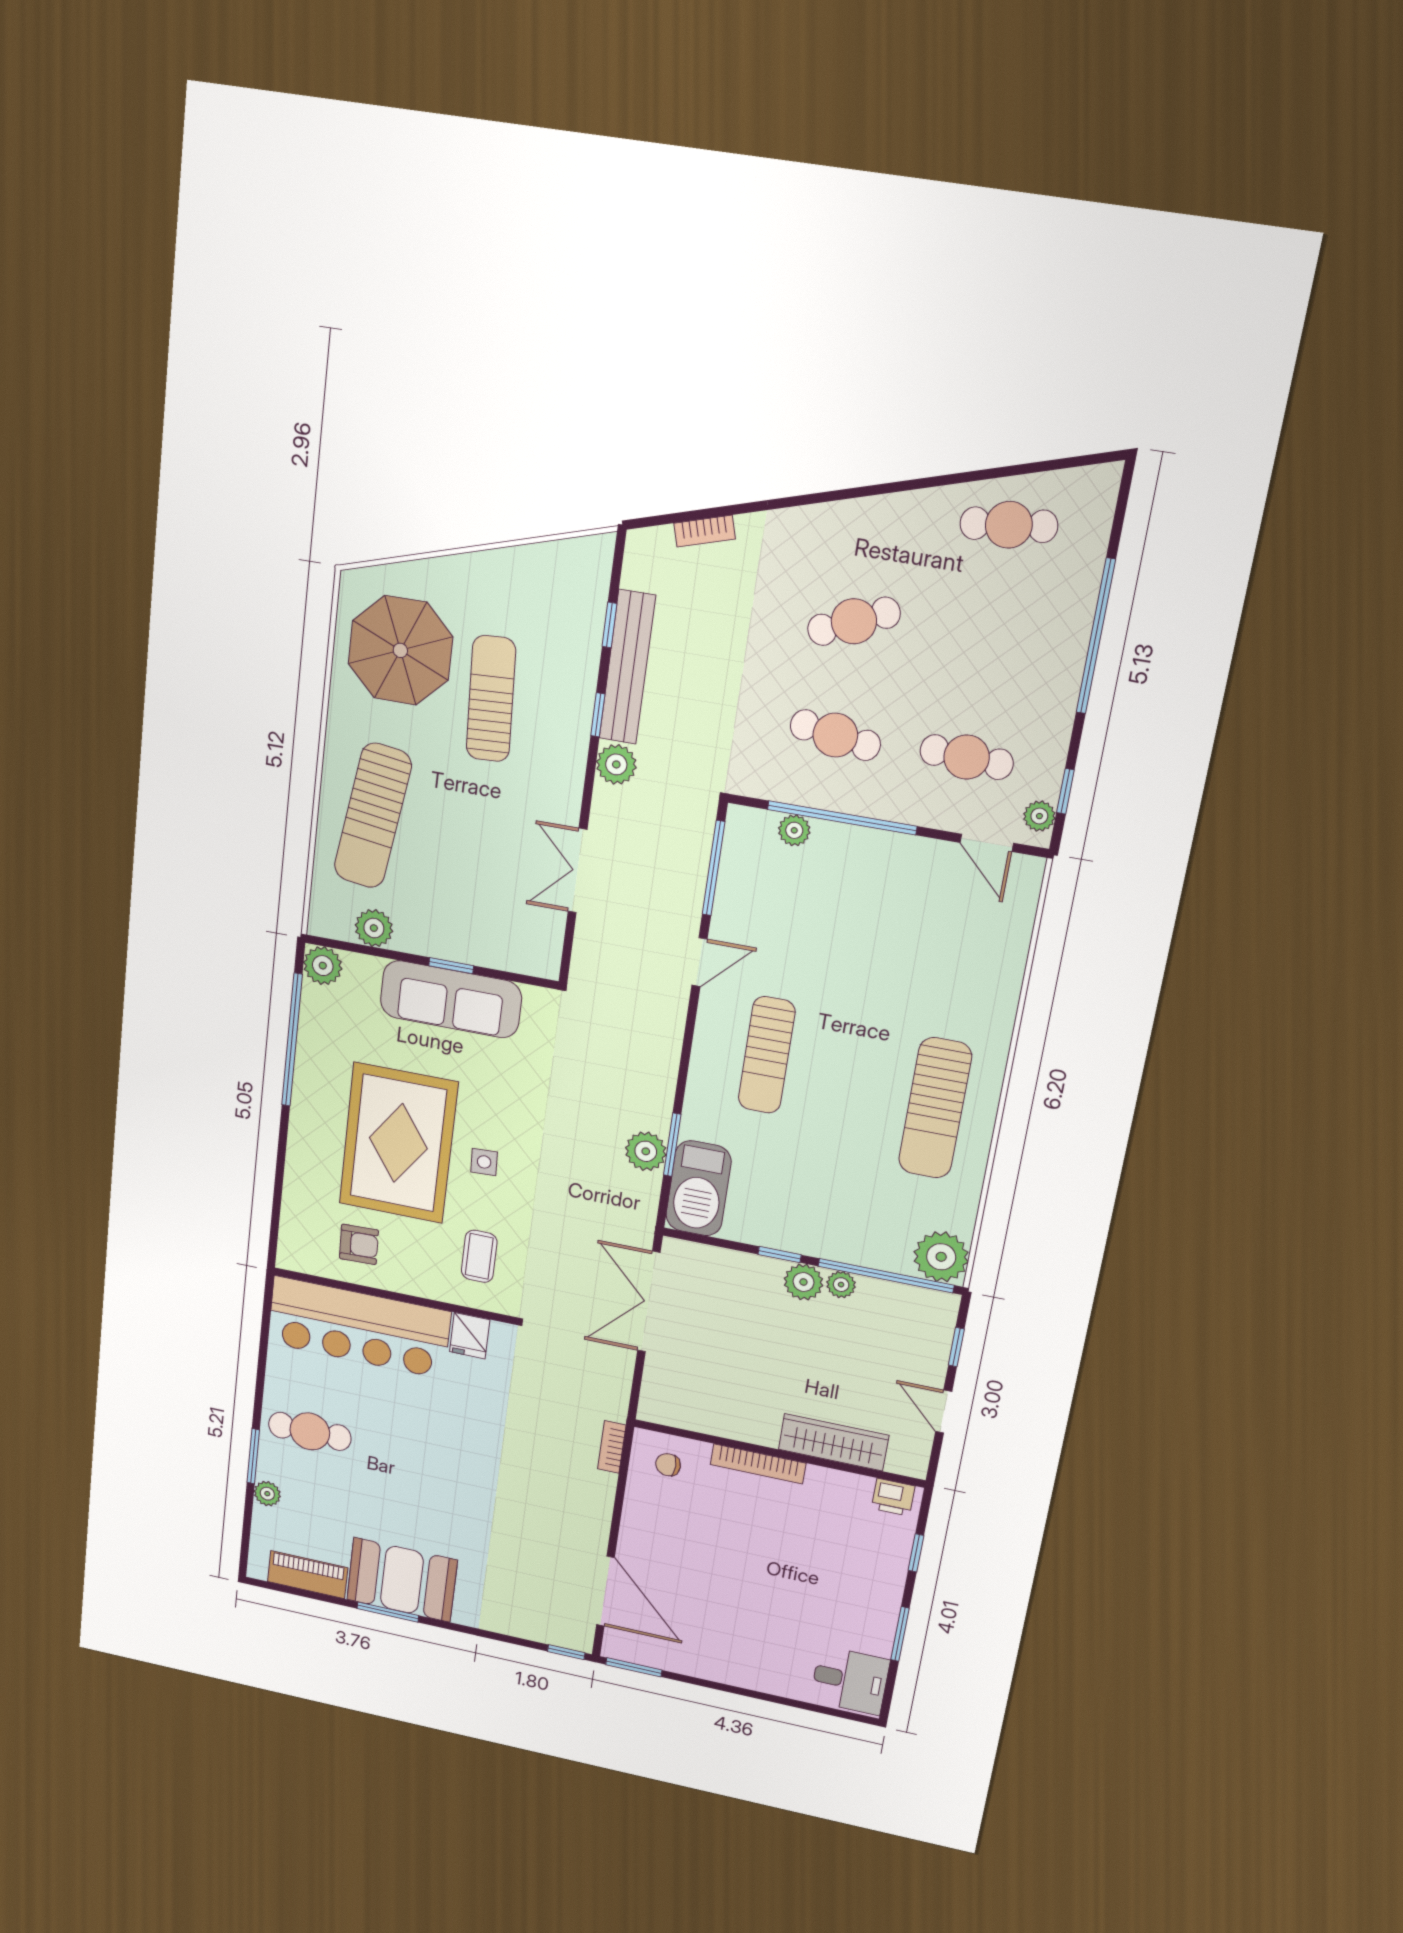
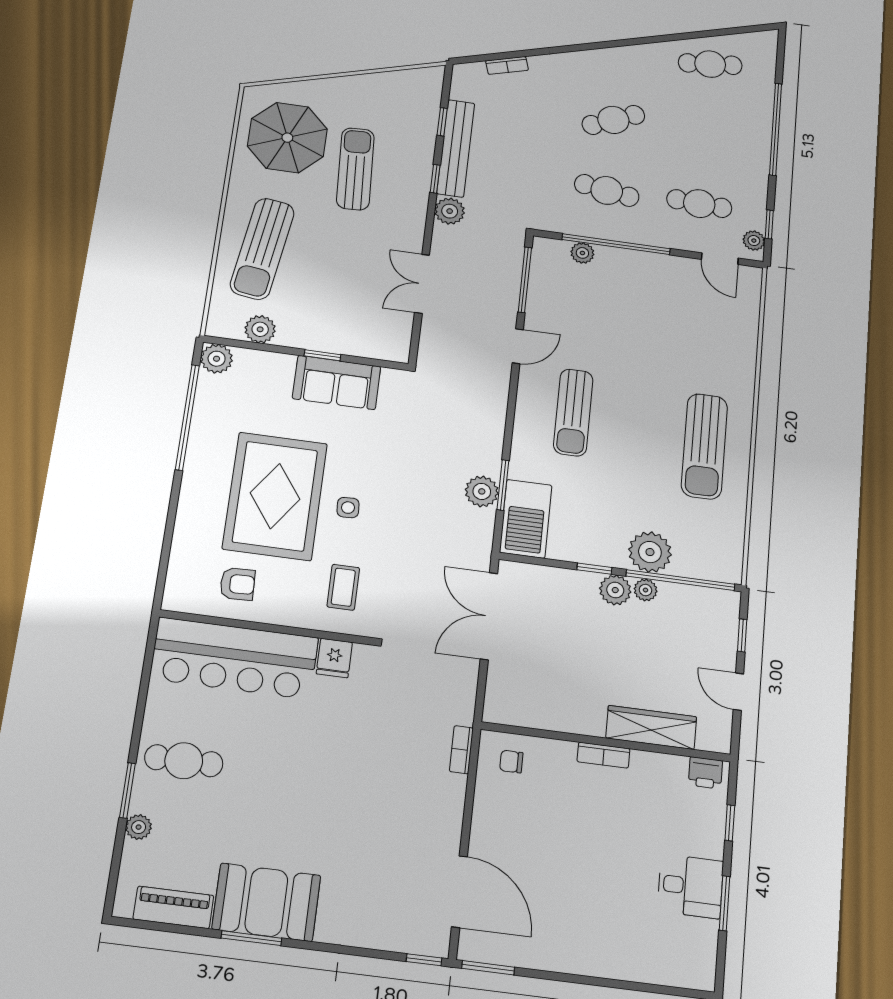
sofa: (451, 999) -> (337, 382), width x0.73
plant: (941, 1257) -> (650, 552), moved
bookcase: (758, 1464) -> (603, 755), width x0.64
desk: (850, 1680) -> (690, 886), moved

